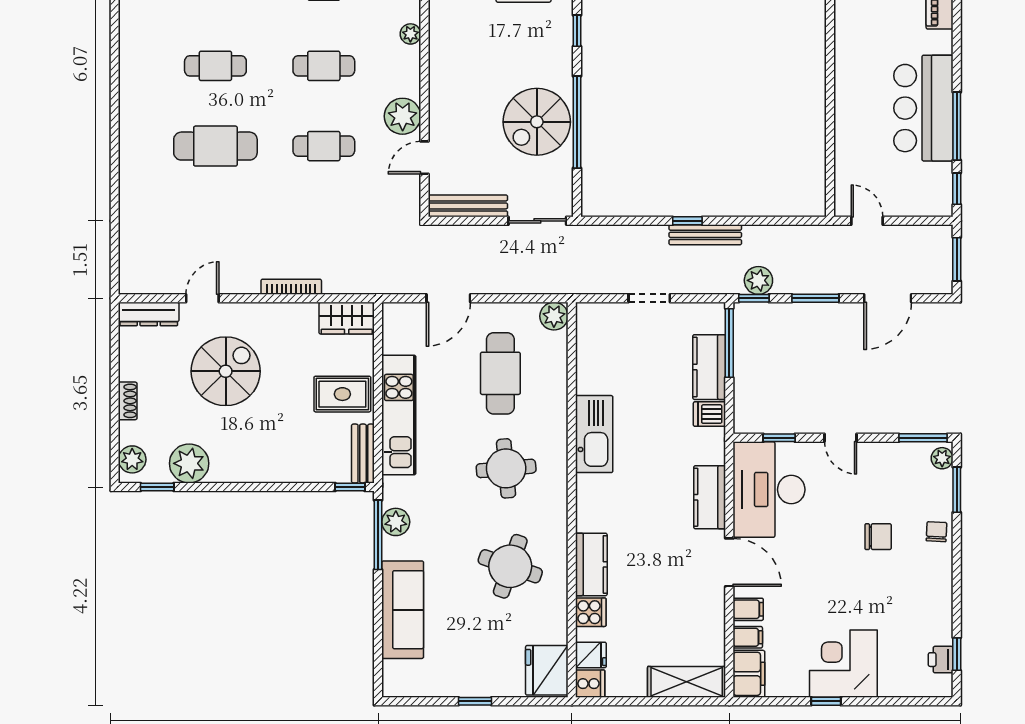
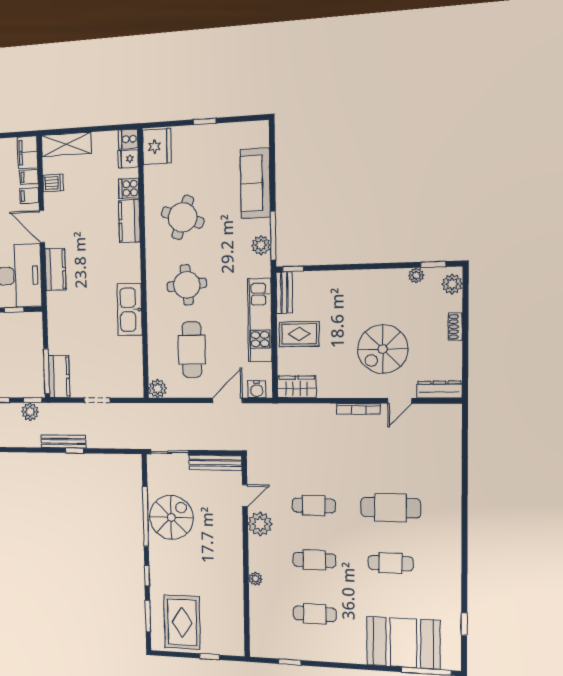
bookcase: (291, 287) -> (359, 409), moved
water cooler: (405, 315) -> (257, 389), added
kitchen counter: (709, 367) -> (59, 376), moved
dishwasher: (709, 414) -> (53, 183), moved
plant: (189, 463) -> (416, 275), width x0.53, depth x0.53

